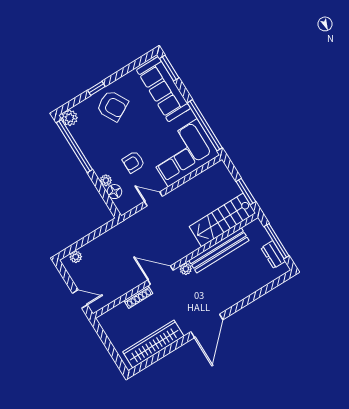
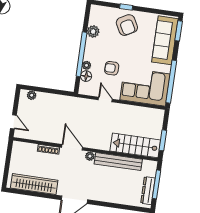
plant: (70, 118) -> (93, 31), moved
window: (74, 146) -> (81, 54), moved
dresser: (273, 255) -> (148, 191), width x1.44

